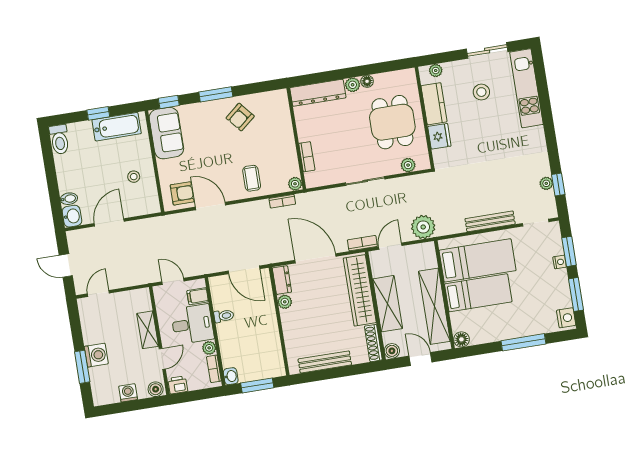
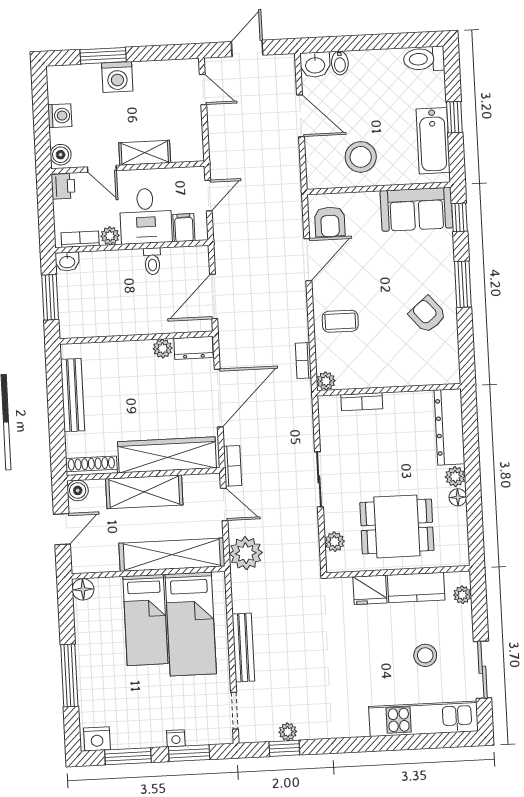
stool: (134, 177) -> (361, 157), width x1.89, depth x1.89
shelving: (434, 306) -> (172, 555), moved

